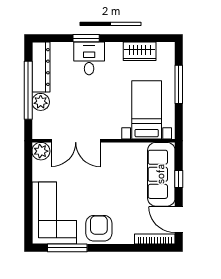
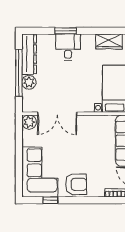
armchair: (99, 228) -> (76, 184), turned 90
window: (67, 248) -> (50, 200), width x0.46

